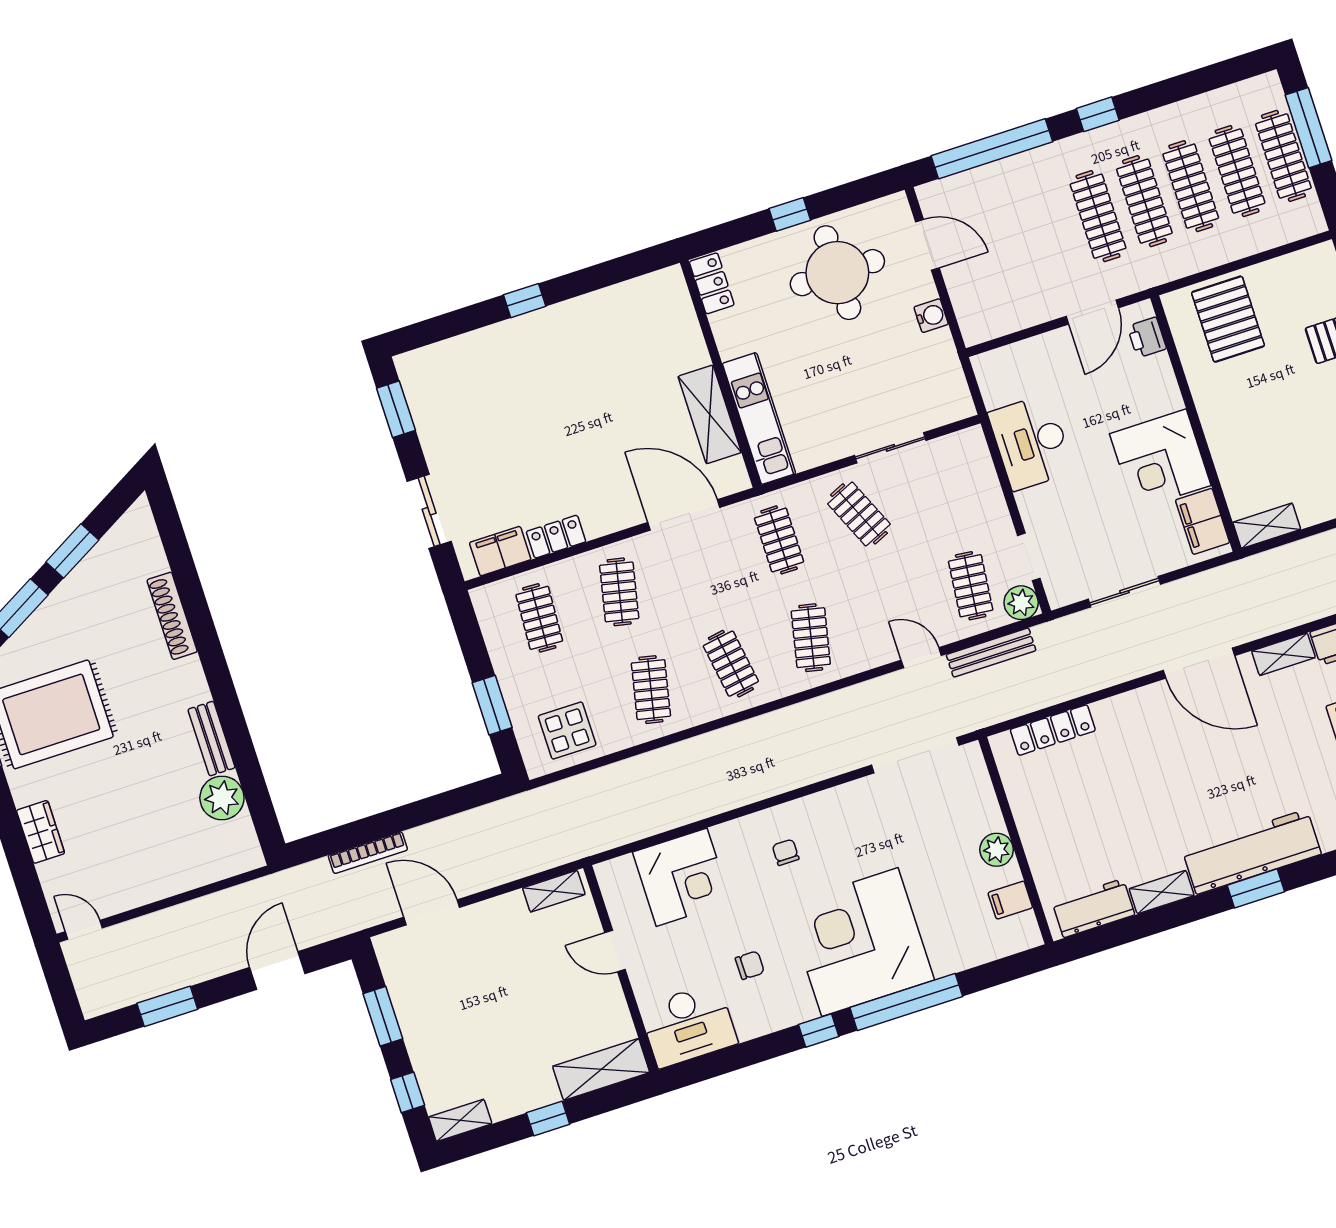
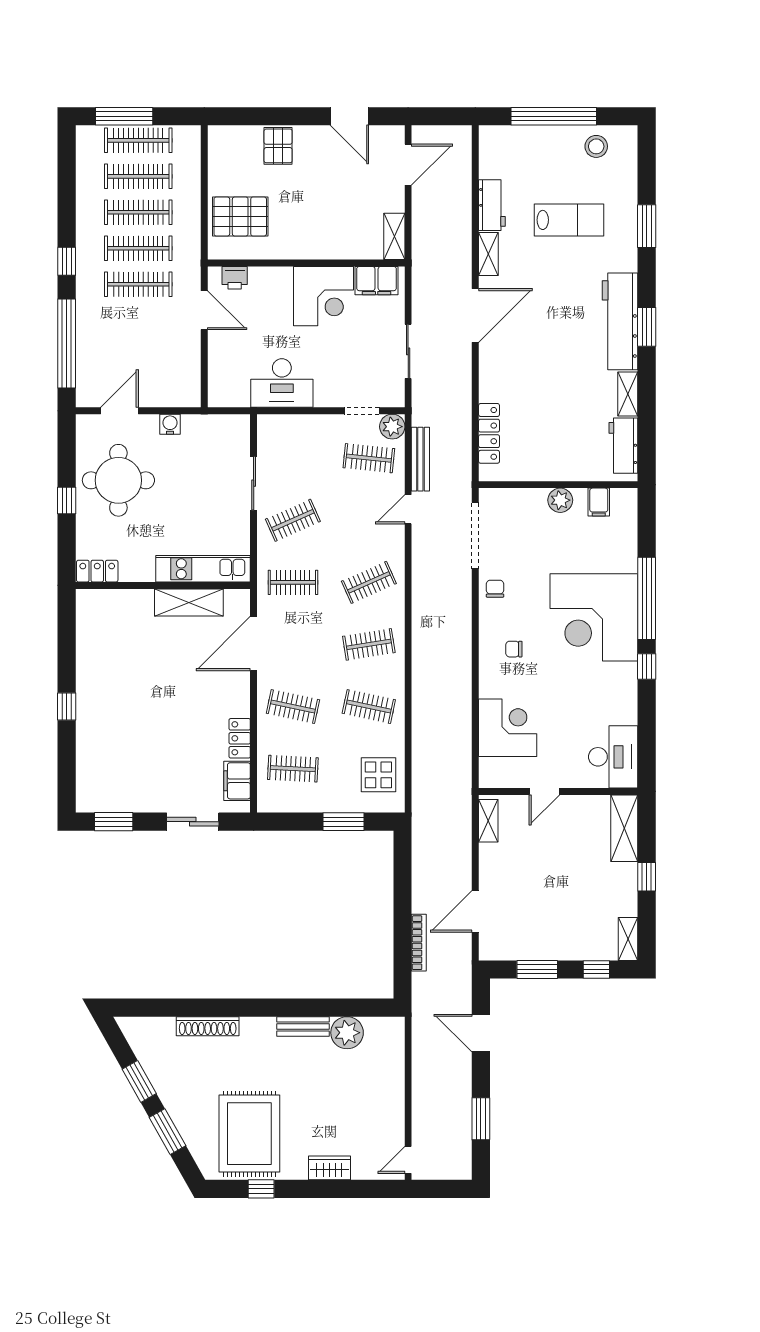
clothes rail: (811, 638) -> (369, 582), turned -36
chair: (750, 965) -> (495, 589), moved

